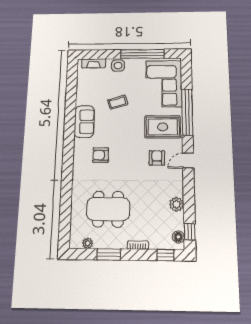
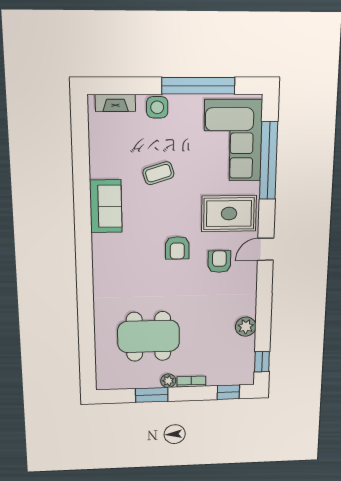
window: (187, 112) -> (268, 161), moved
armchair: (101, 155) -> (177, 248), moved, turned -90
door: (188, 161) -> (266, 249), moved
floor lamp: (178, 237) -> (246, 369), removed
plant: (88, 243) -> (168, 381), moved

